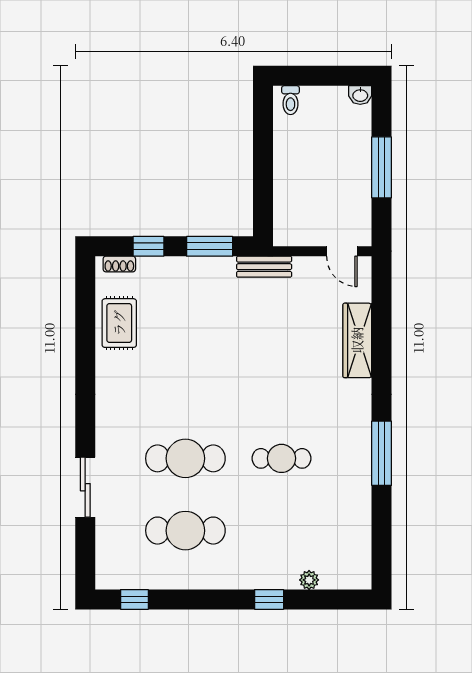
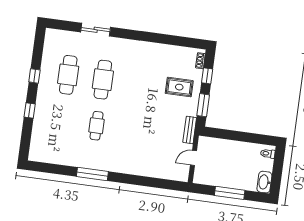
washbasin: (360, 95) -> (264, 182), width x1.91, depth x1.45
door: (342, 251) -> (193, 158), moved
rug: (119, 323) -> (179, 87), moved
wardrobe: (357, 340) -> (148, 170), removed
plant: (309, 580) -> (36, 131), removed
window: (134, 599) -> (34, 76), moved

